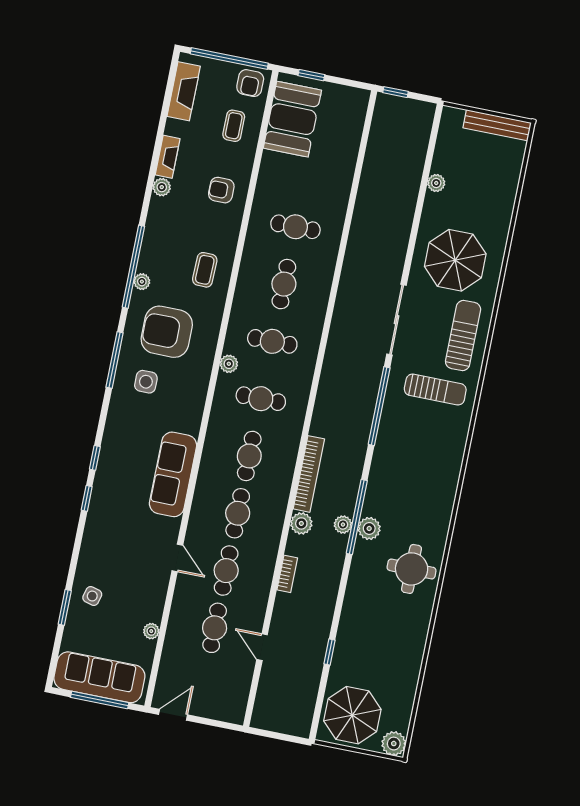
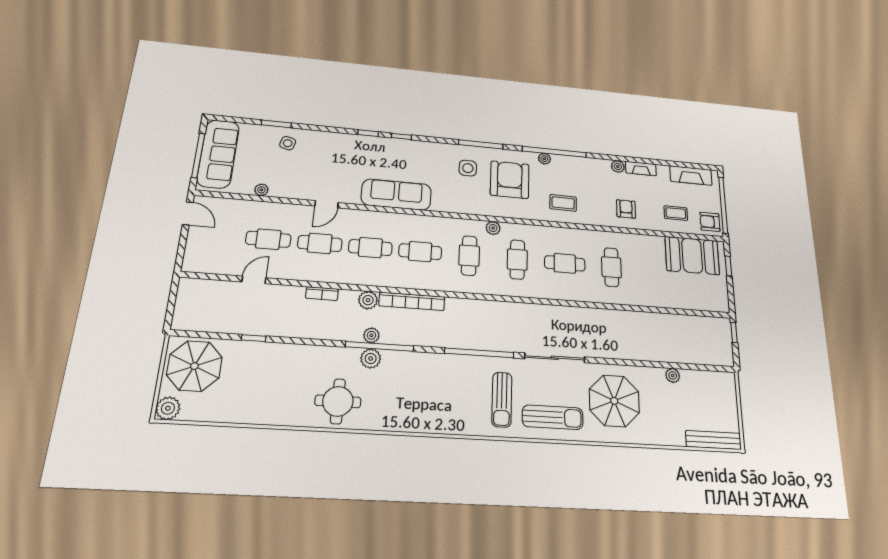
bench: (497, 125) -> (713, 440), moved, turned 90

